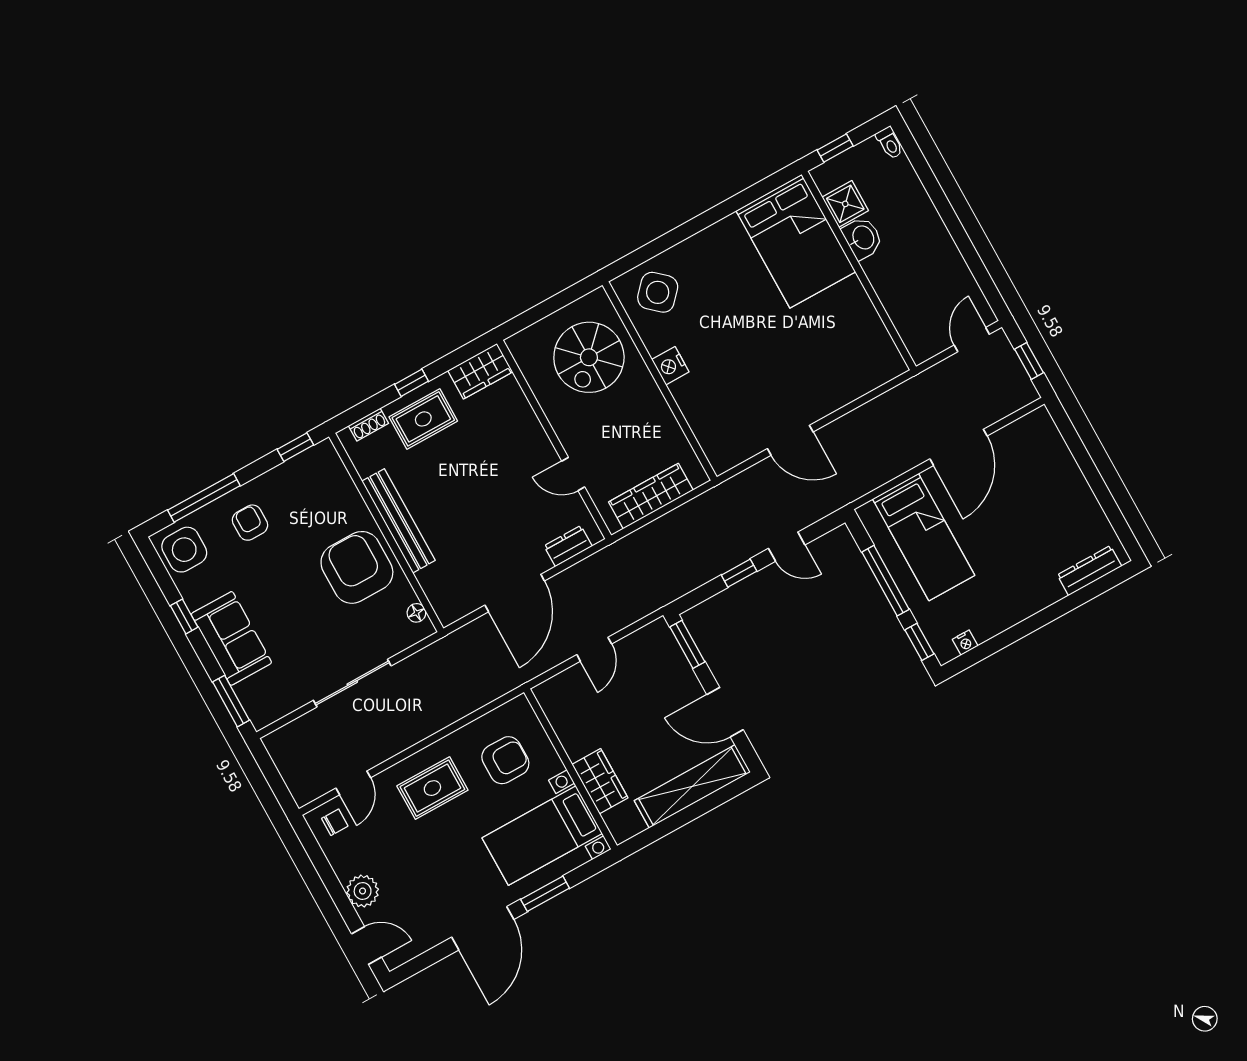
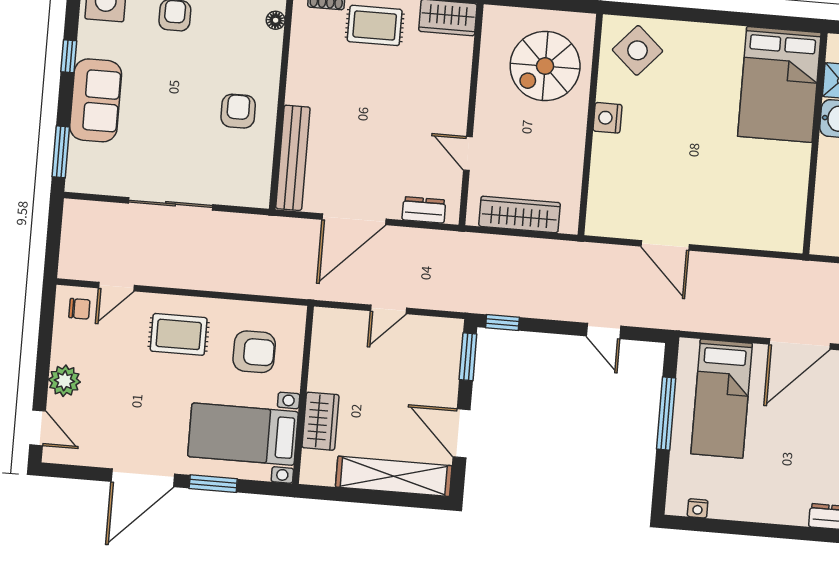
bench: (398, 521) -> (293, 158), moved
armchair: (357, 567) -> (238, 111), width x0.53, depth x0.53
window: (739, 573) -> (502, 322), moved
floor lamp: (416, 613) -> (276, 20), moved
window: (919, 642) -> (660, 483), removed

